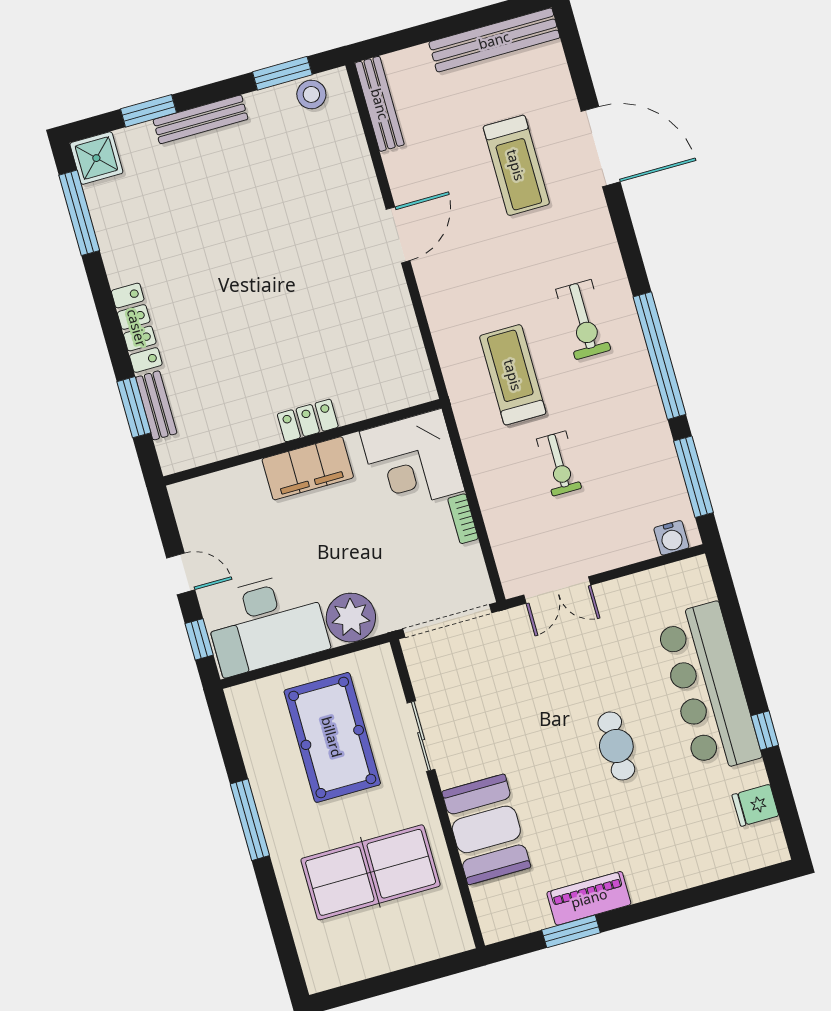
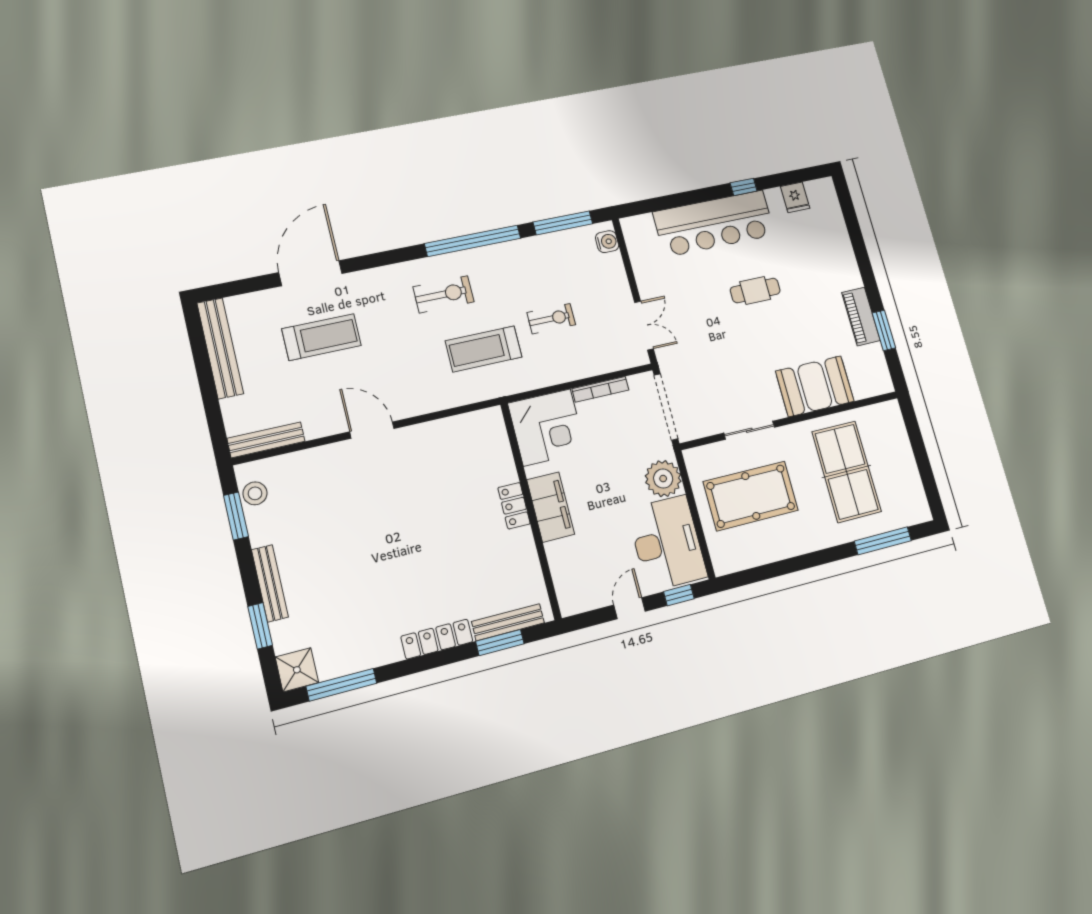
bench: (156, 405) -> (508, 622), width x1.36
bookcase: (463, 519) -> (600, 389), width x1.56
window: (250, 820) -> (883, 541), moved

